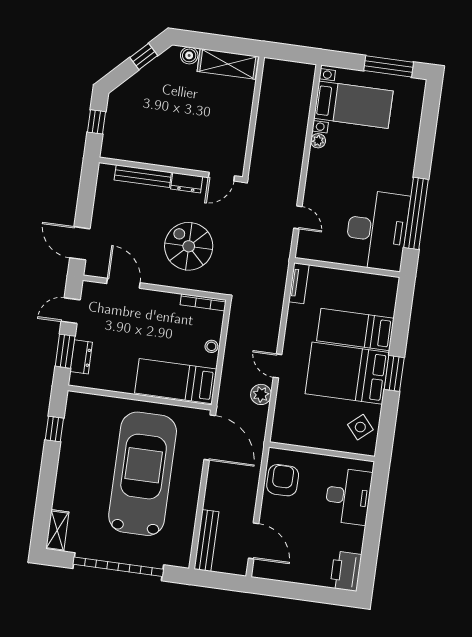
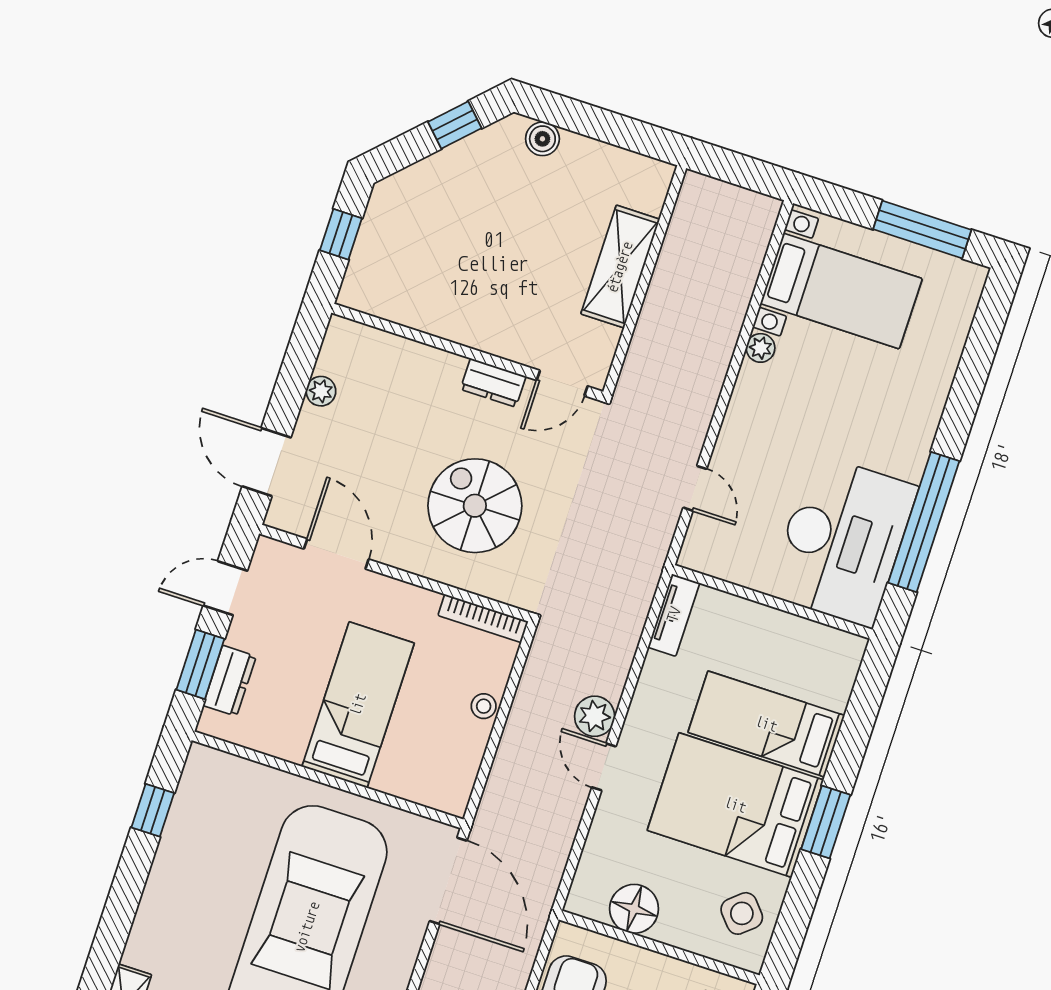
shelving: (228, 64) -> (620, 267), moved, turned 90
bench: (143, 176) -> (411, 355), removed
plant: (101, 203) -> (321, 391), added
bed: (176, 381) -> (358, 705), moved, turned 90
plant: (261, 394) -> (595, 716), moved
floor lamp: (306, 435) -> (634, 909), added

